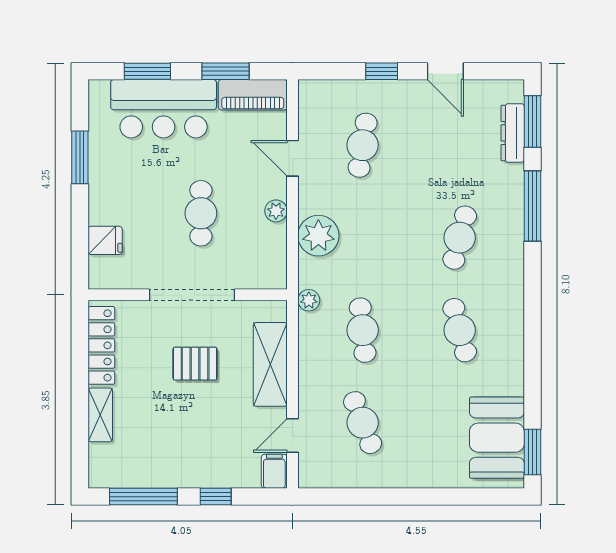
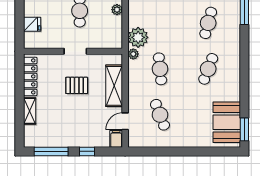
plant: (318, 236) -> (138, 37), moved
doorway: (192, 295) -> (75, 51), width x0.53
cafe table: (460, 330) -> (208, 69), turned 36

